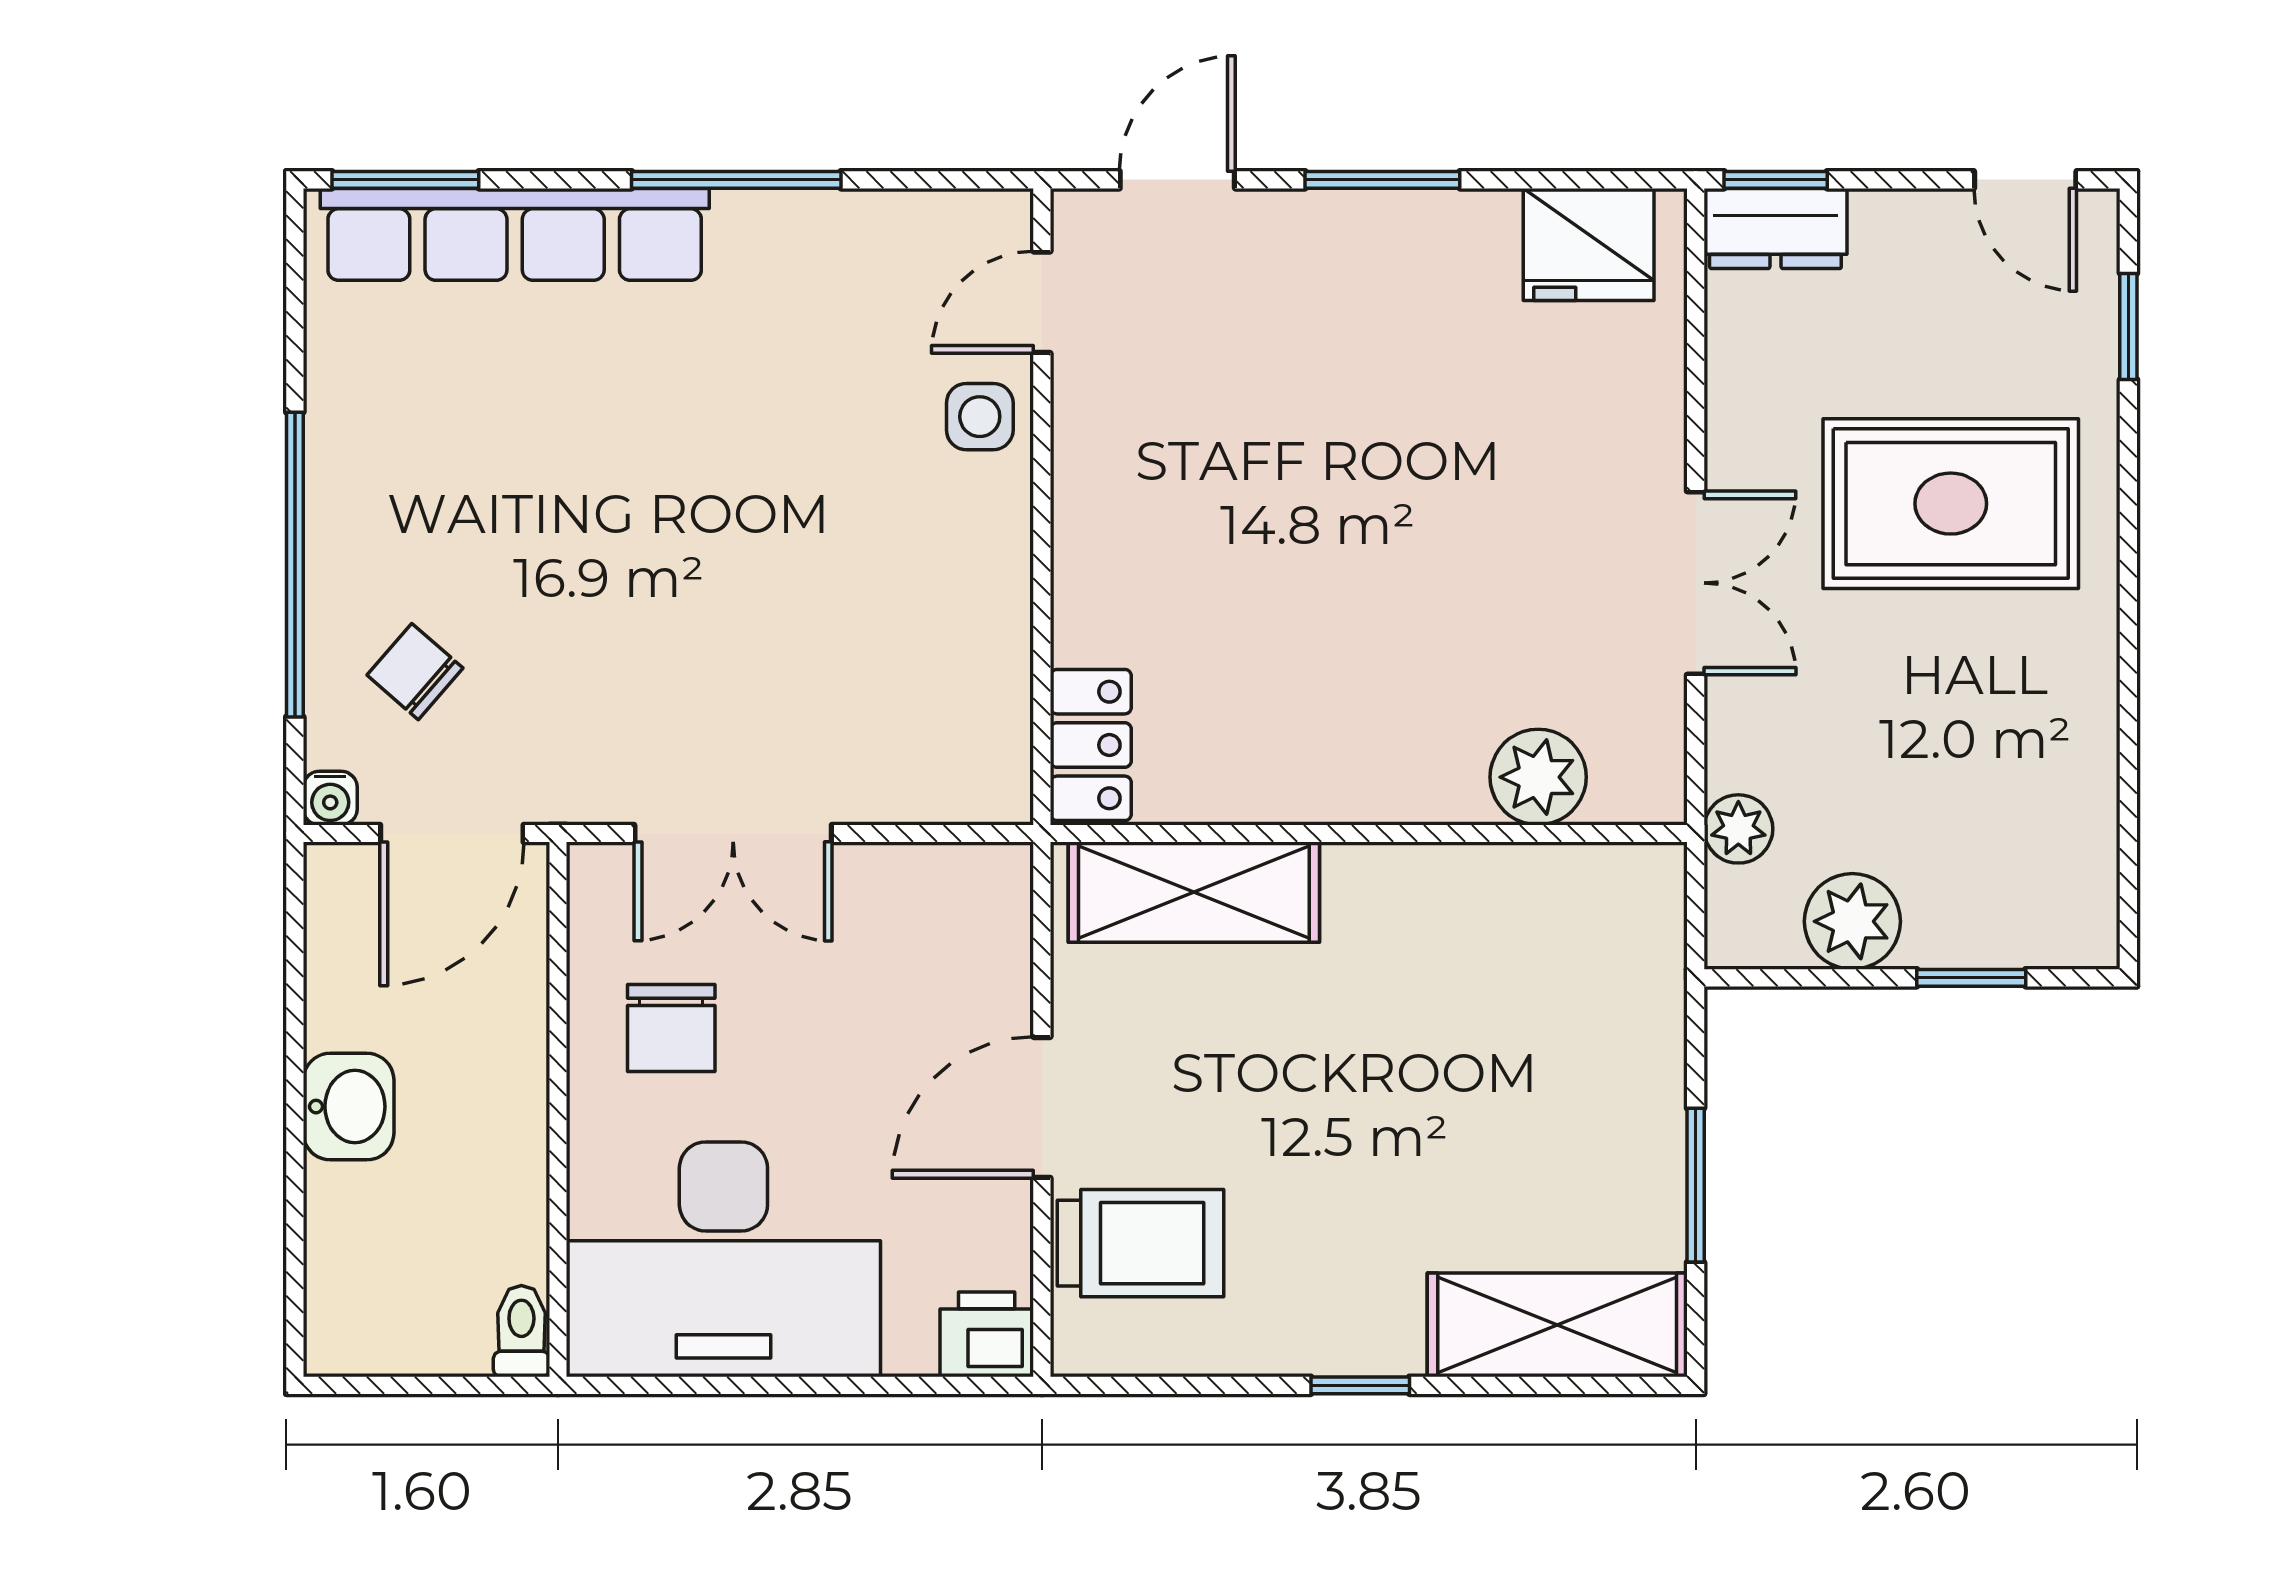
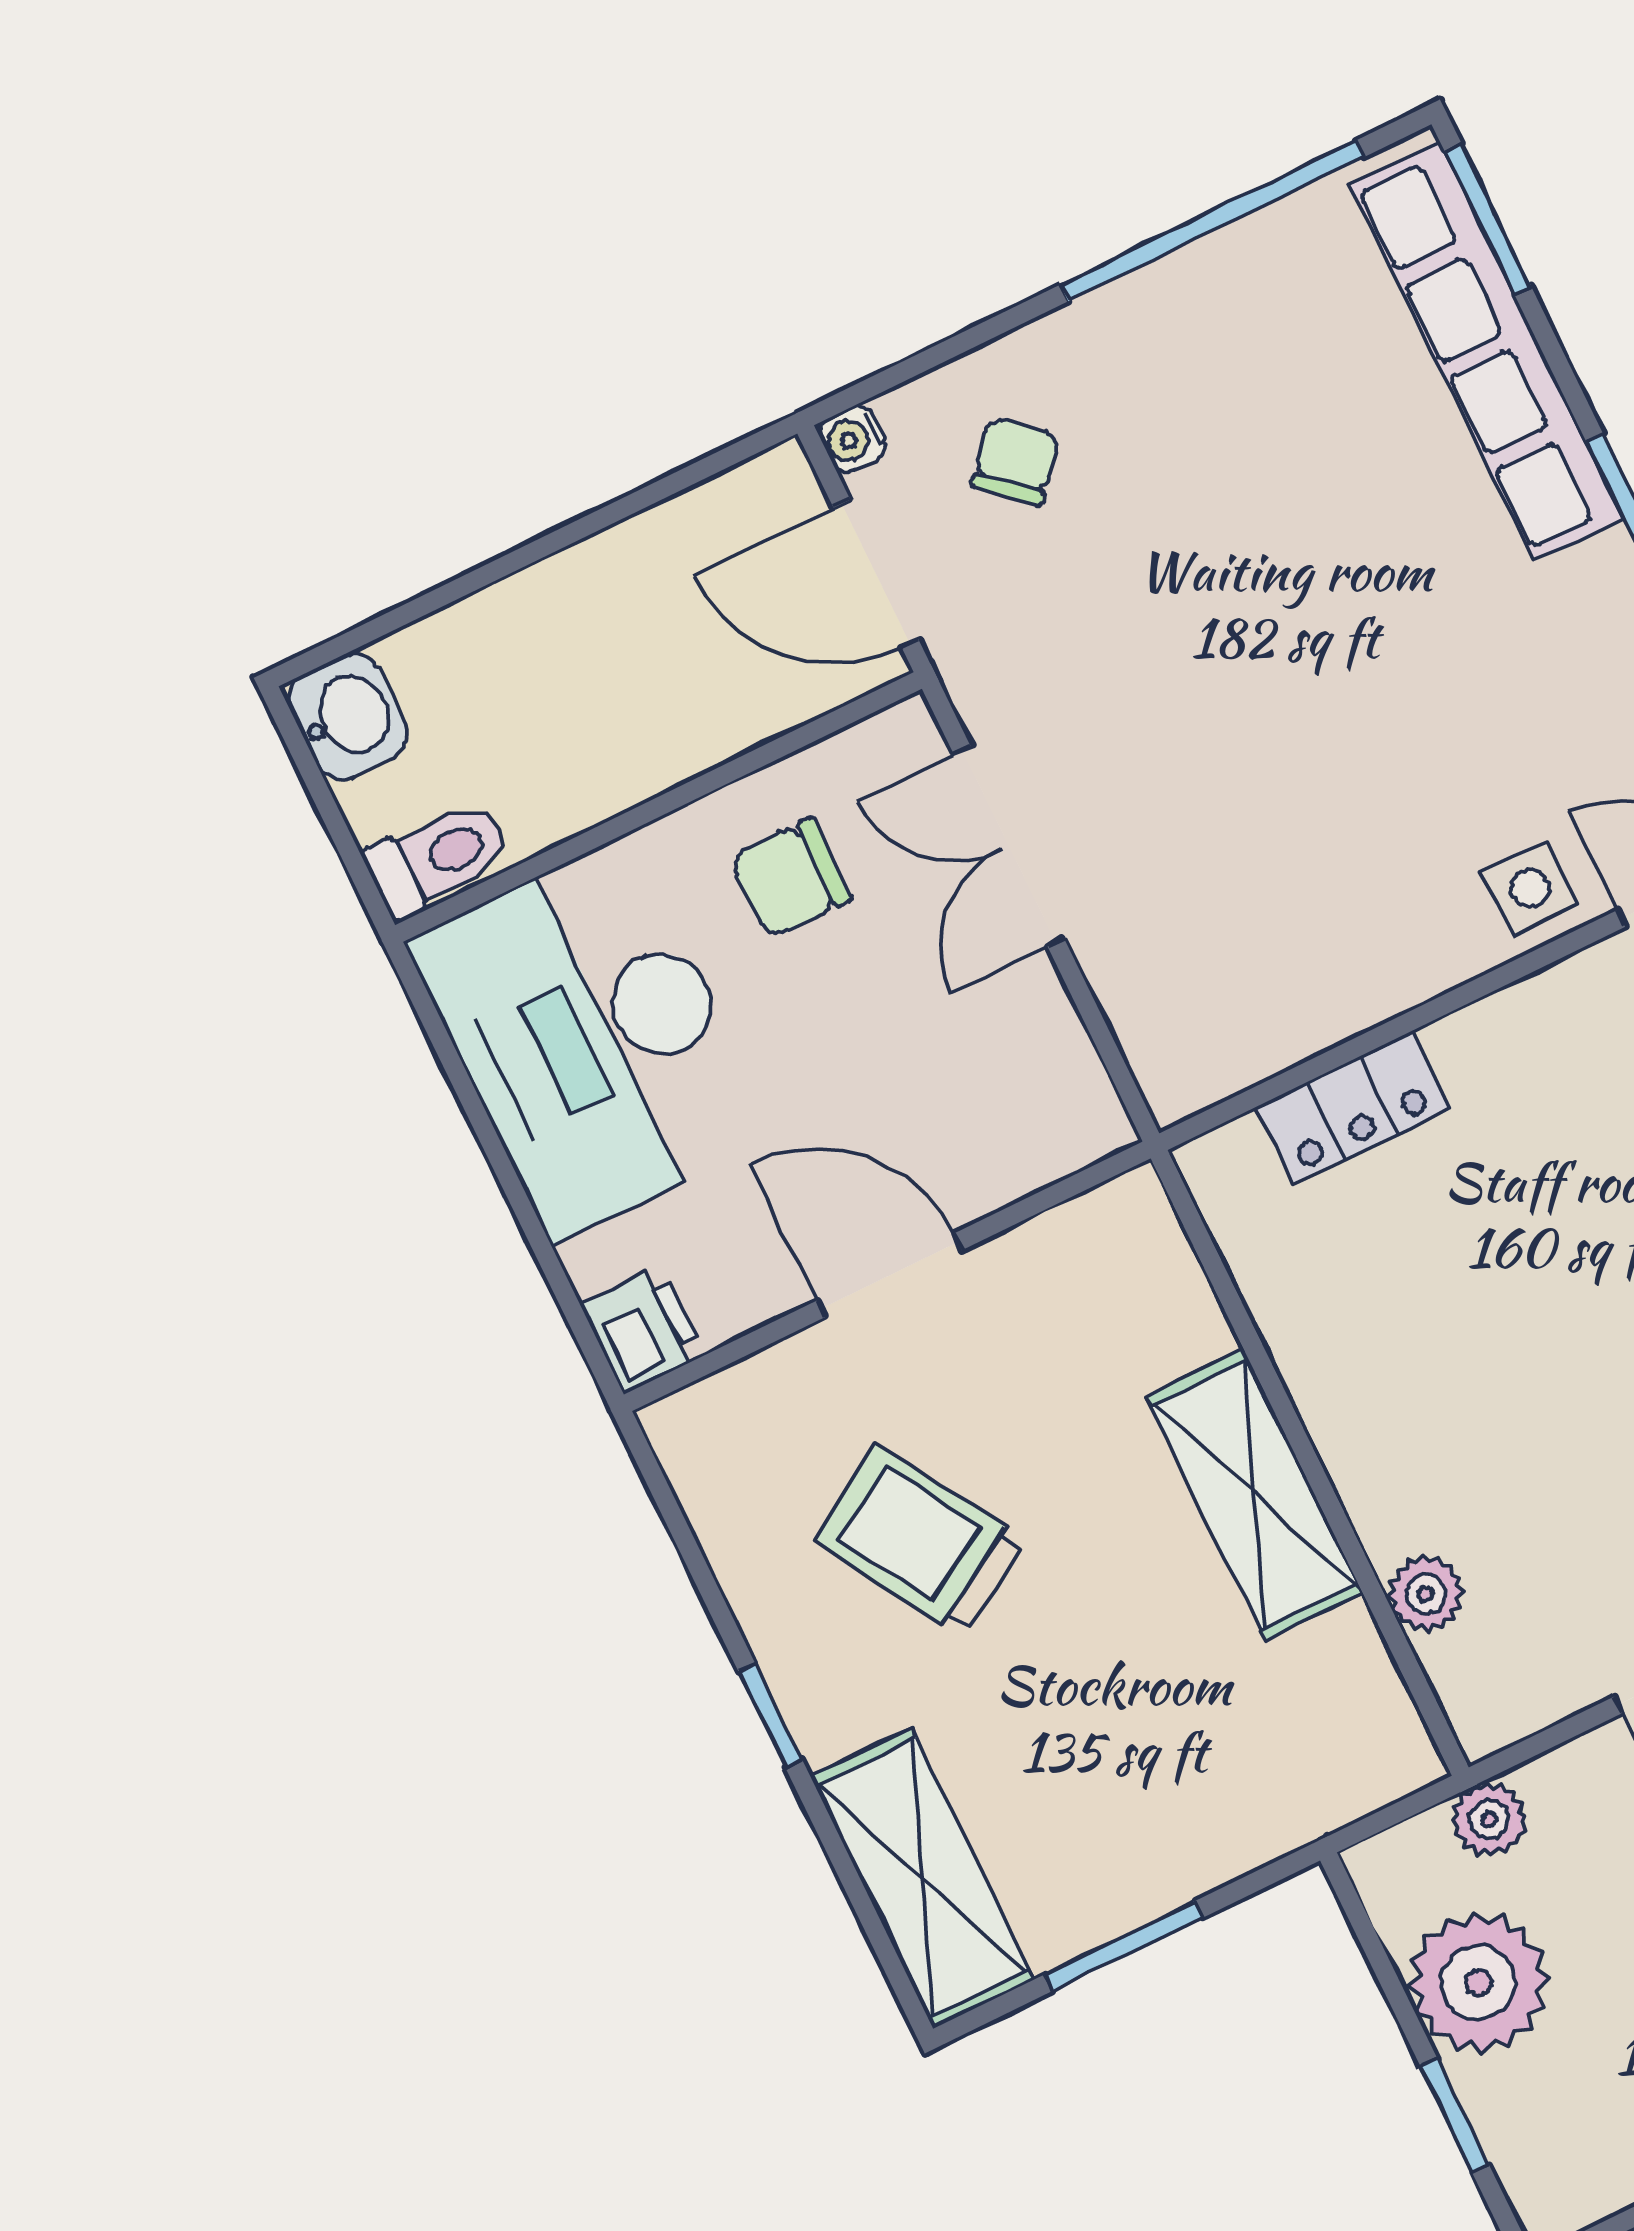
window: (295, 565) -> (1212, 221), moved
locker: (1091, 745) -> (1353, 1108), moved
plant: (1538, 777) -> (1426, 1594), width x0.73, depth x0.73
shelving: (1194, 892) -> (1255, 1494), moved
plant: (1852, 921) -> (1478, 1982), width x1.36, depth x1.36
washbasin: (349, 1107) -> (348, 717), moved, turned -90
trolley: (1141, 1243) -> (920, 1540), moved, turned 149
toilet: (521, 1331) -> (438, 858), width x1.37, depth x1.39

